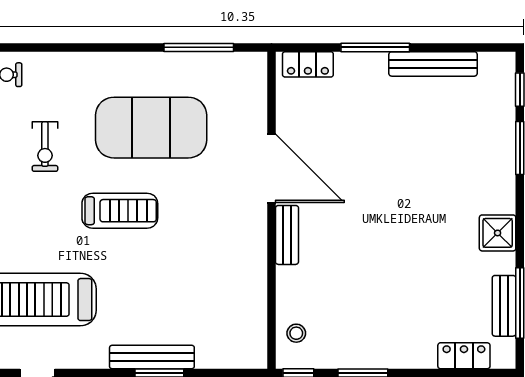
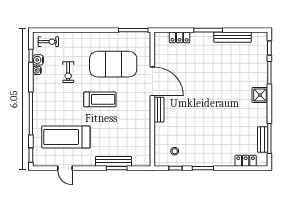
door: (272, 168) -> (152, 81), moved
wall: (272, 210) -> (152, 99), moved
shower: (498, 233) -> (260, 95), moved
bench: (287, 235) -> (159, 110), moved

